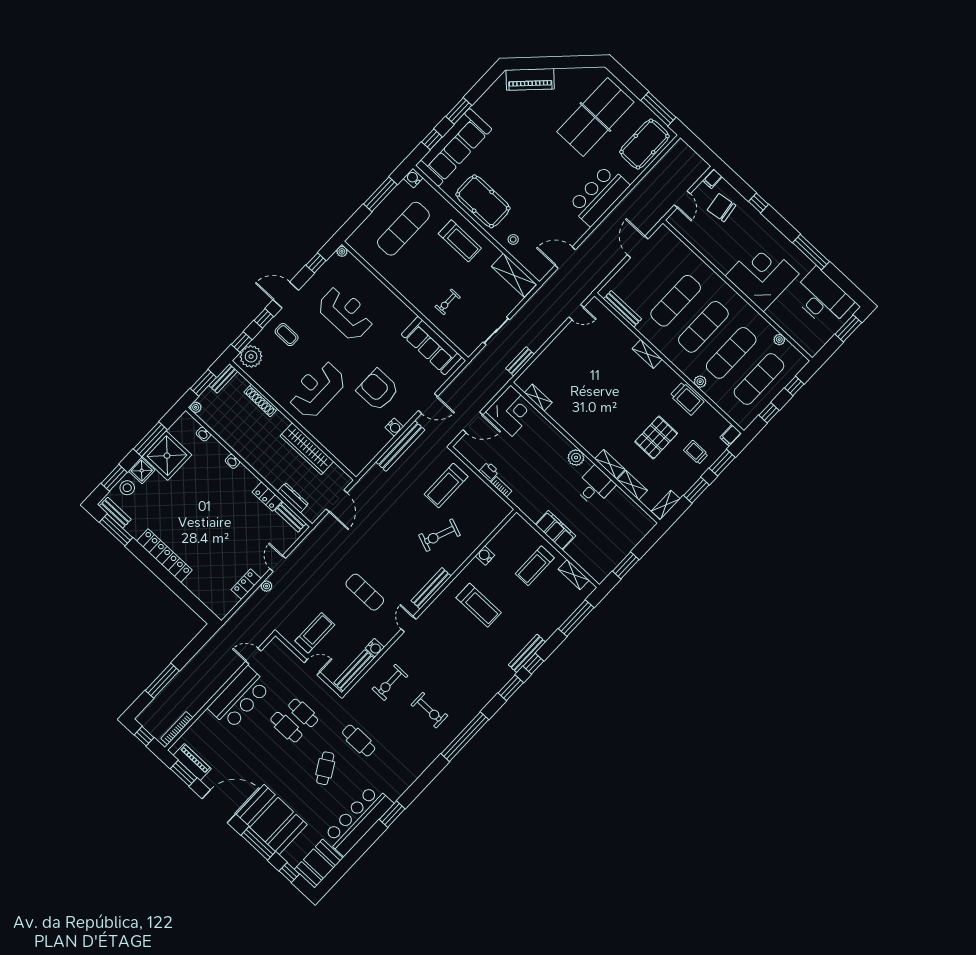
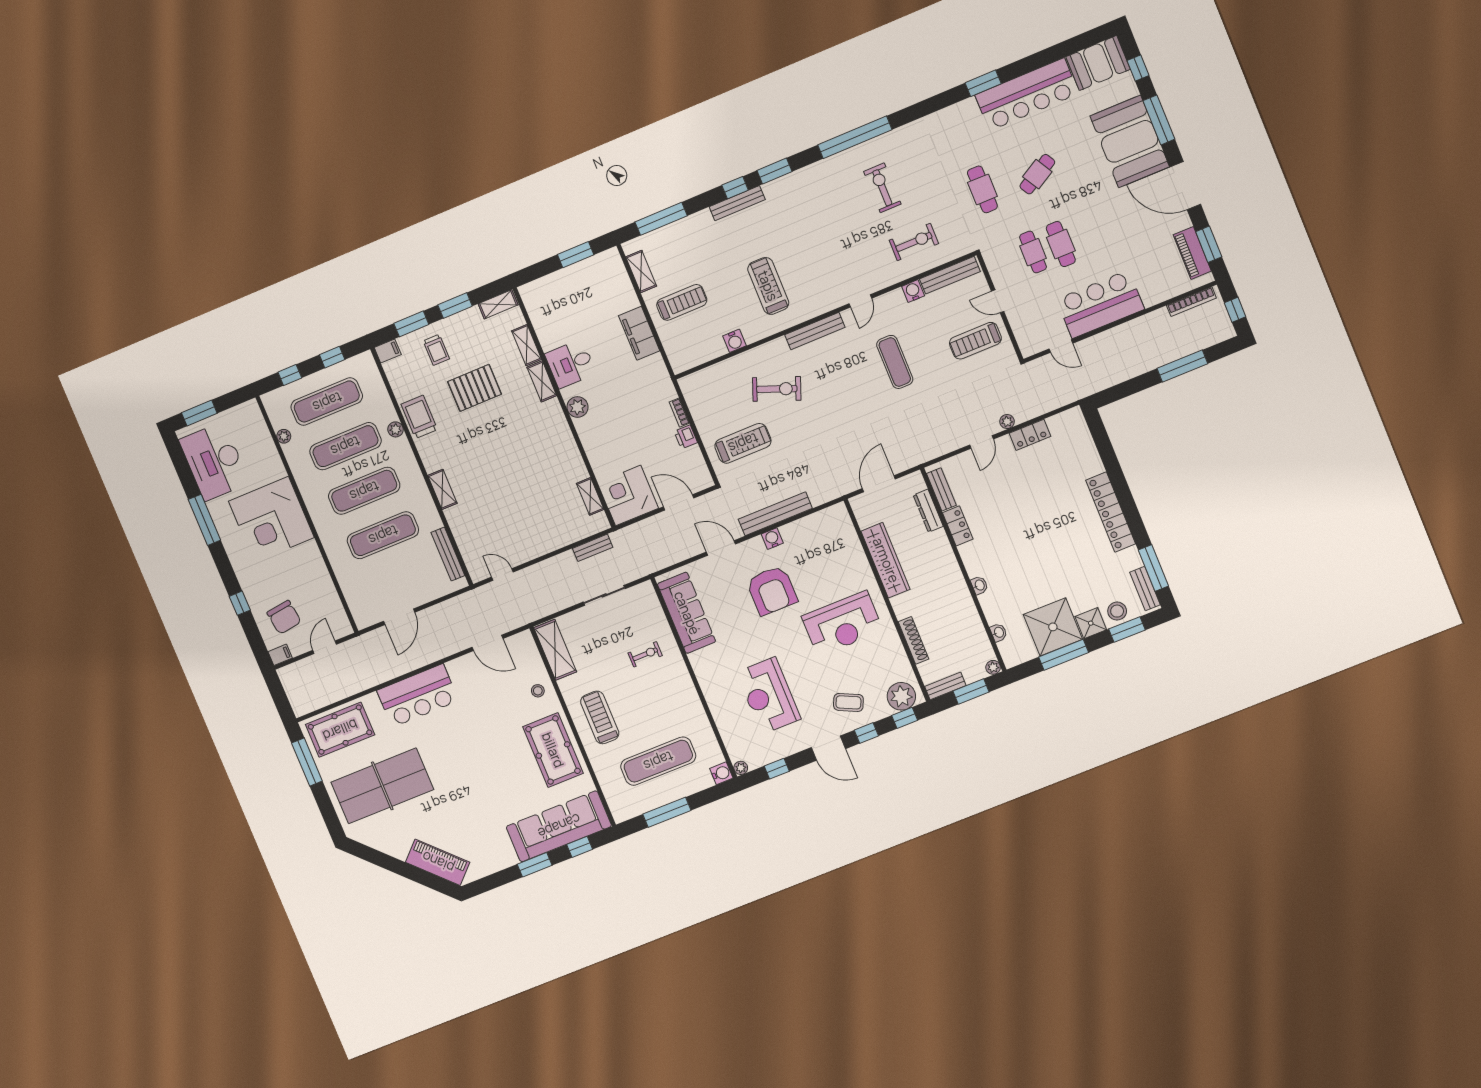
water cooler: (413, 178) -> (721, 773), moved, turned -90
coffee table: (287, 335) -> (848, 702), turned -65

